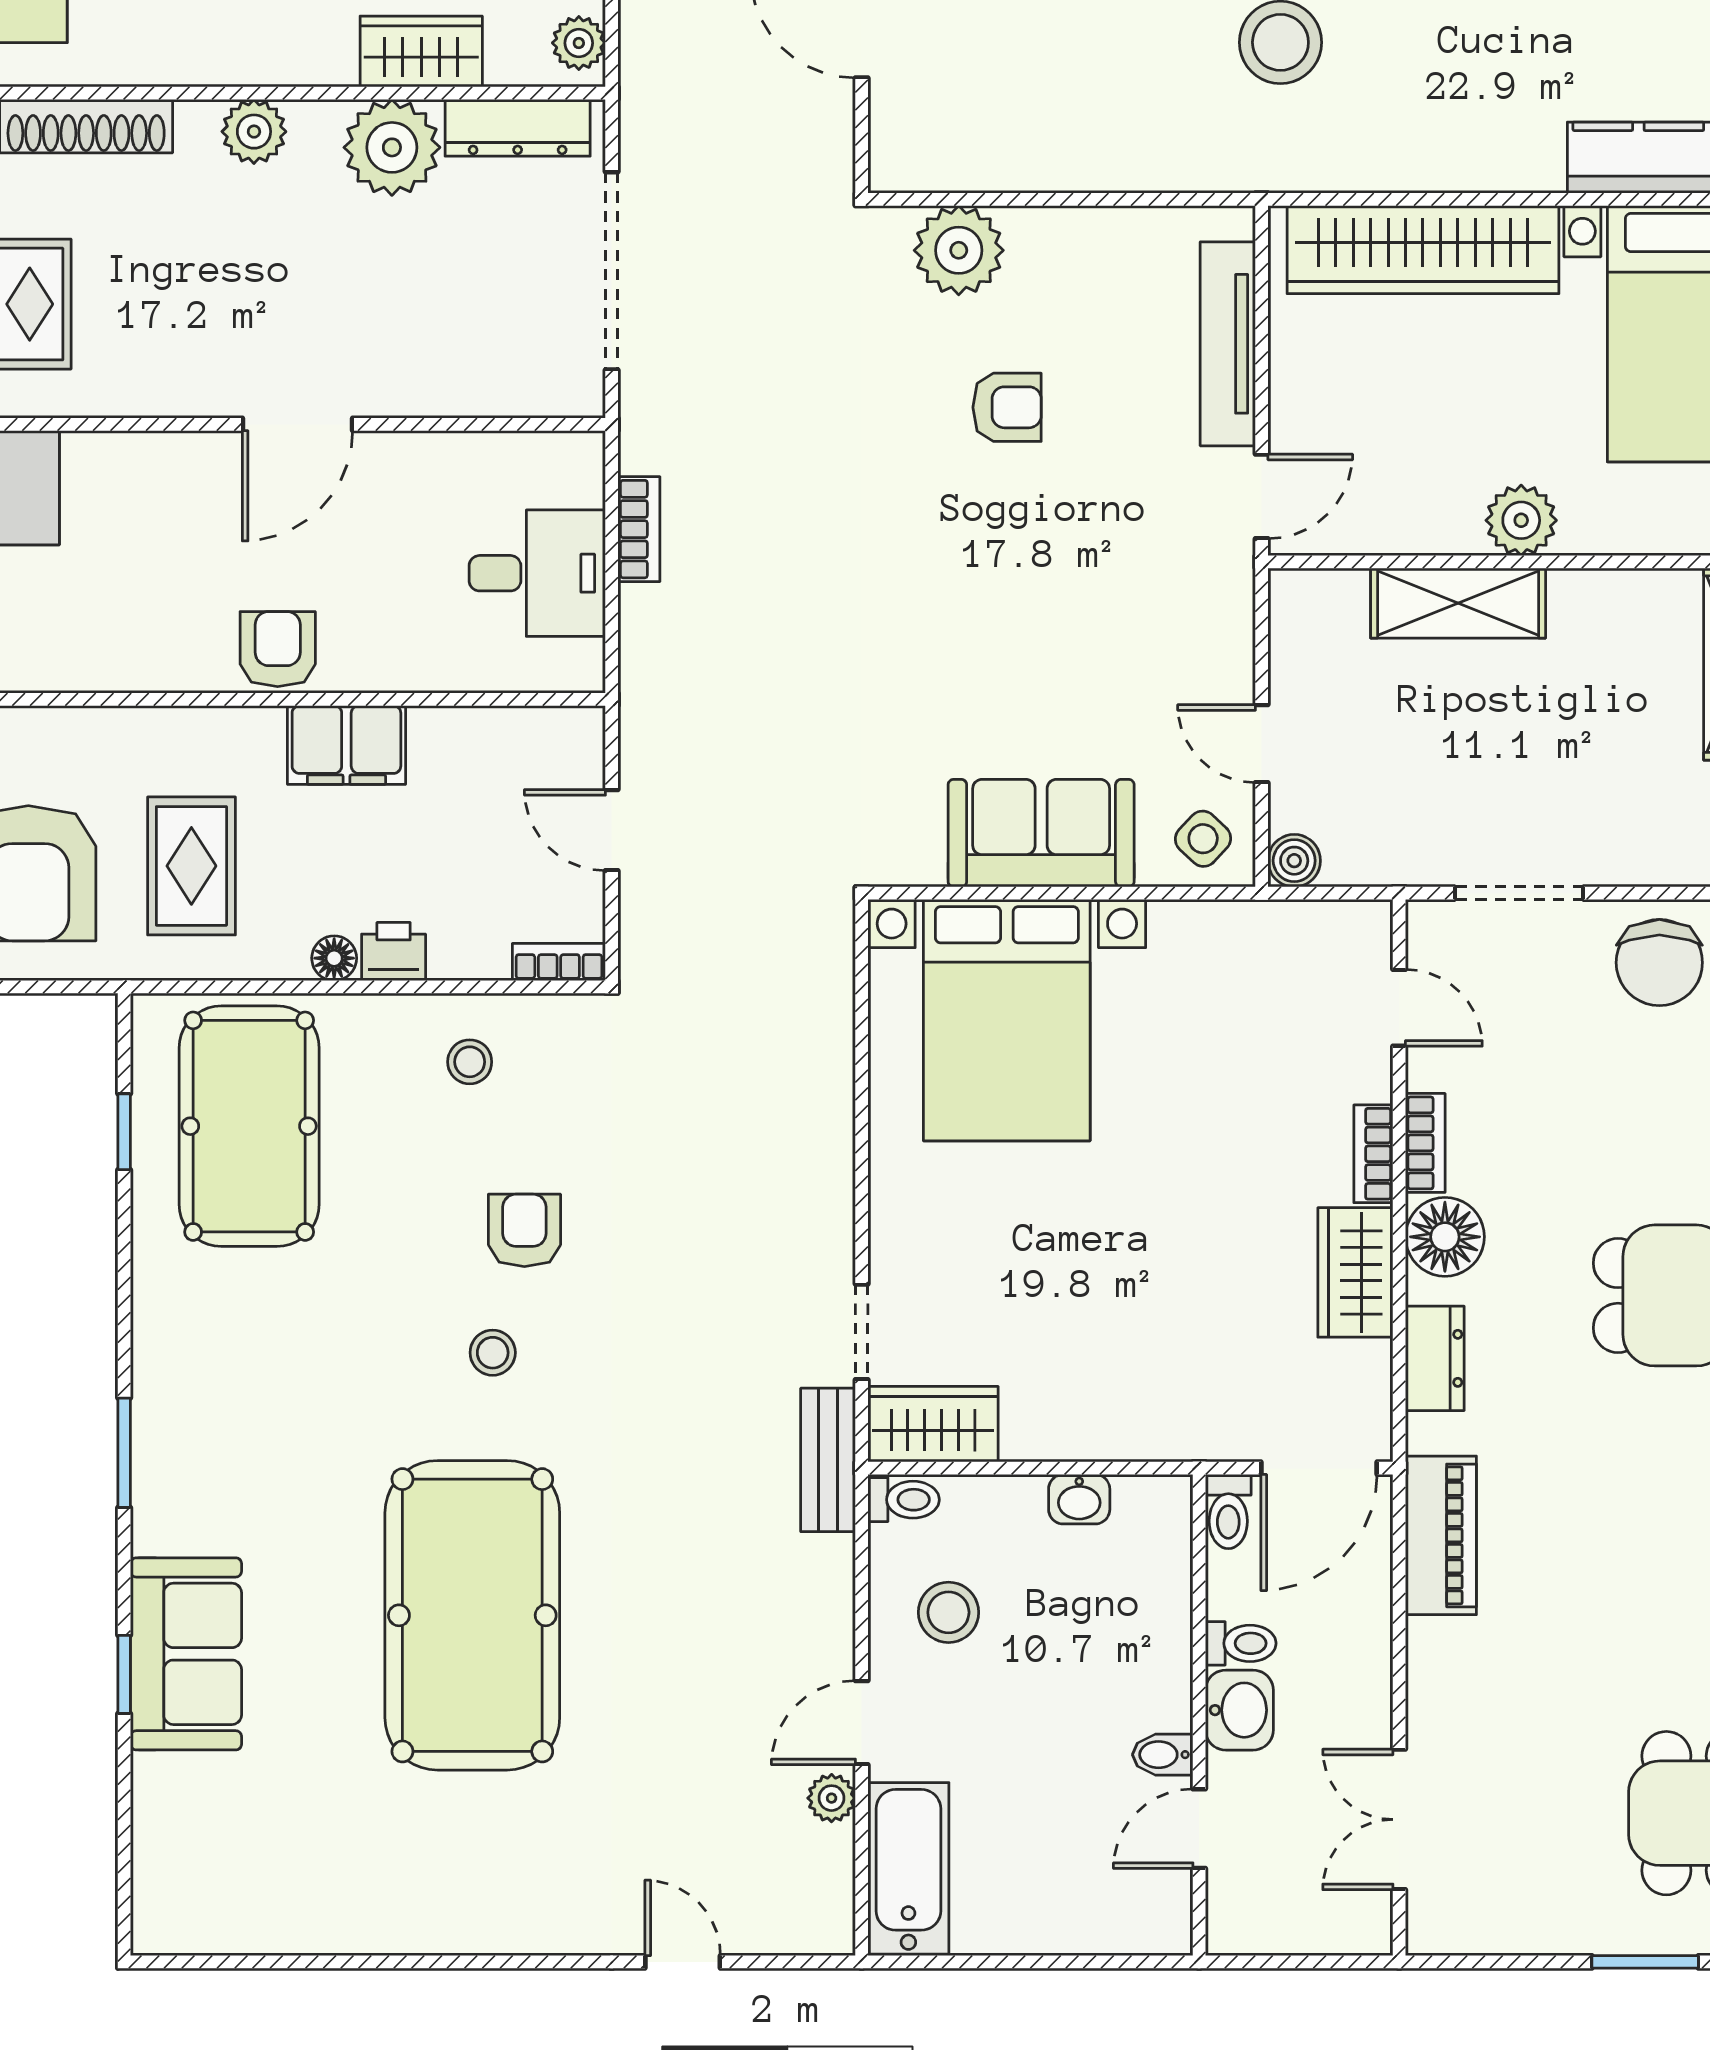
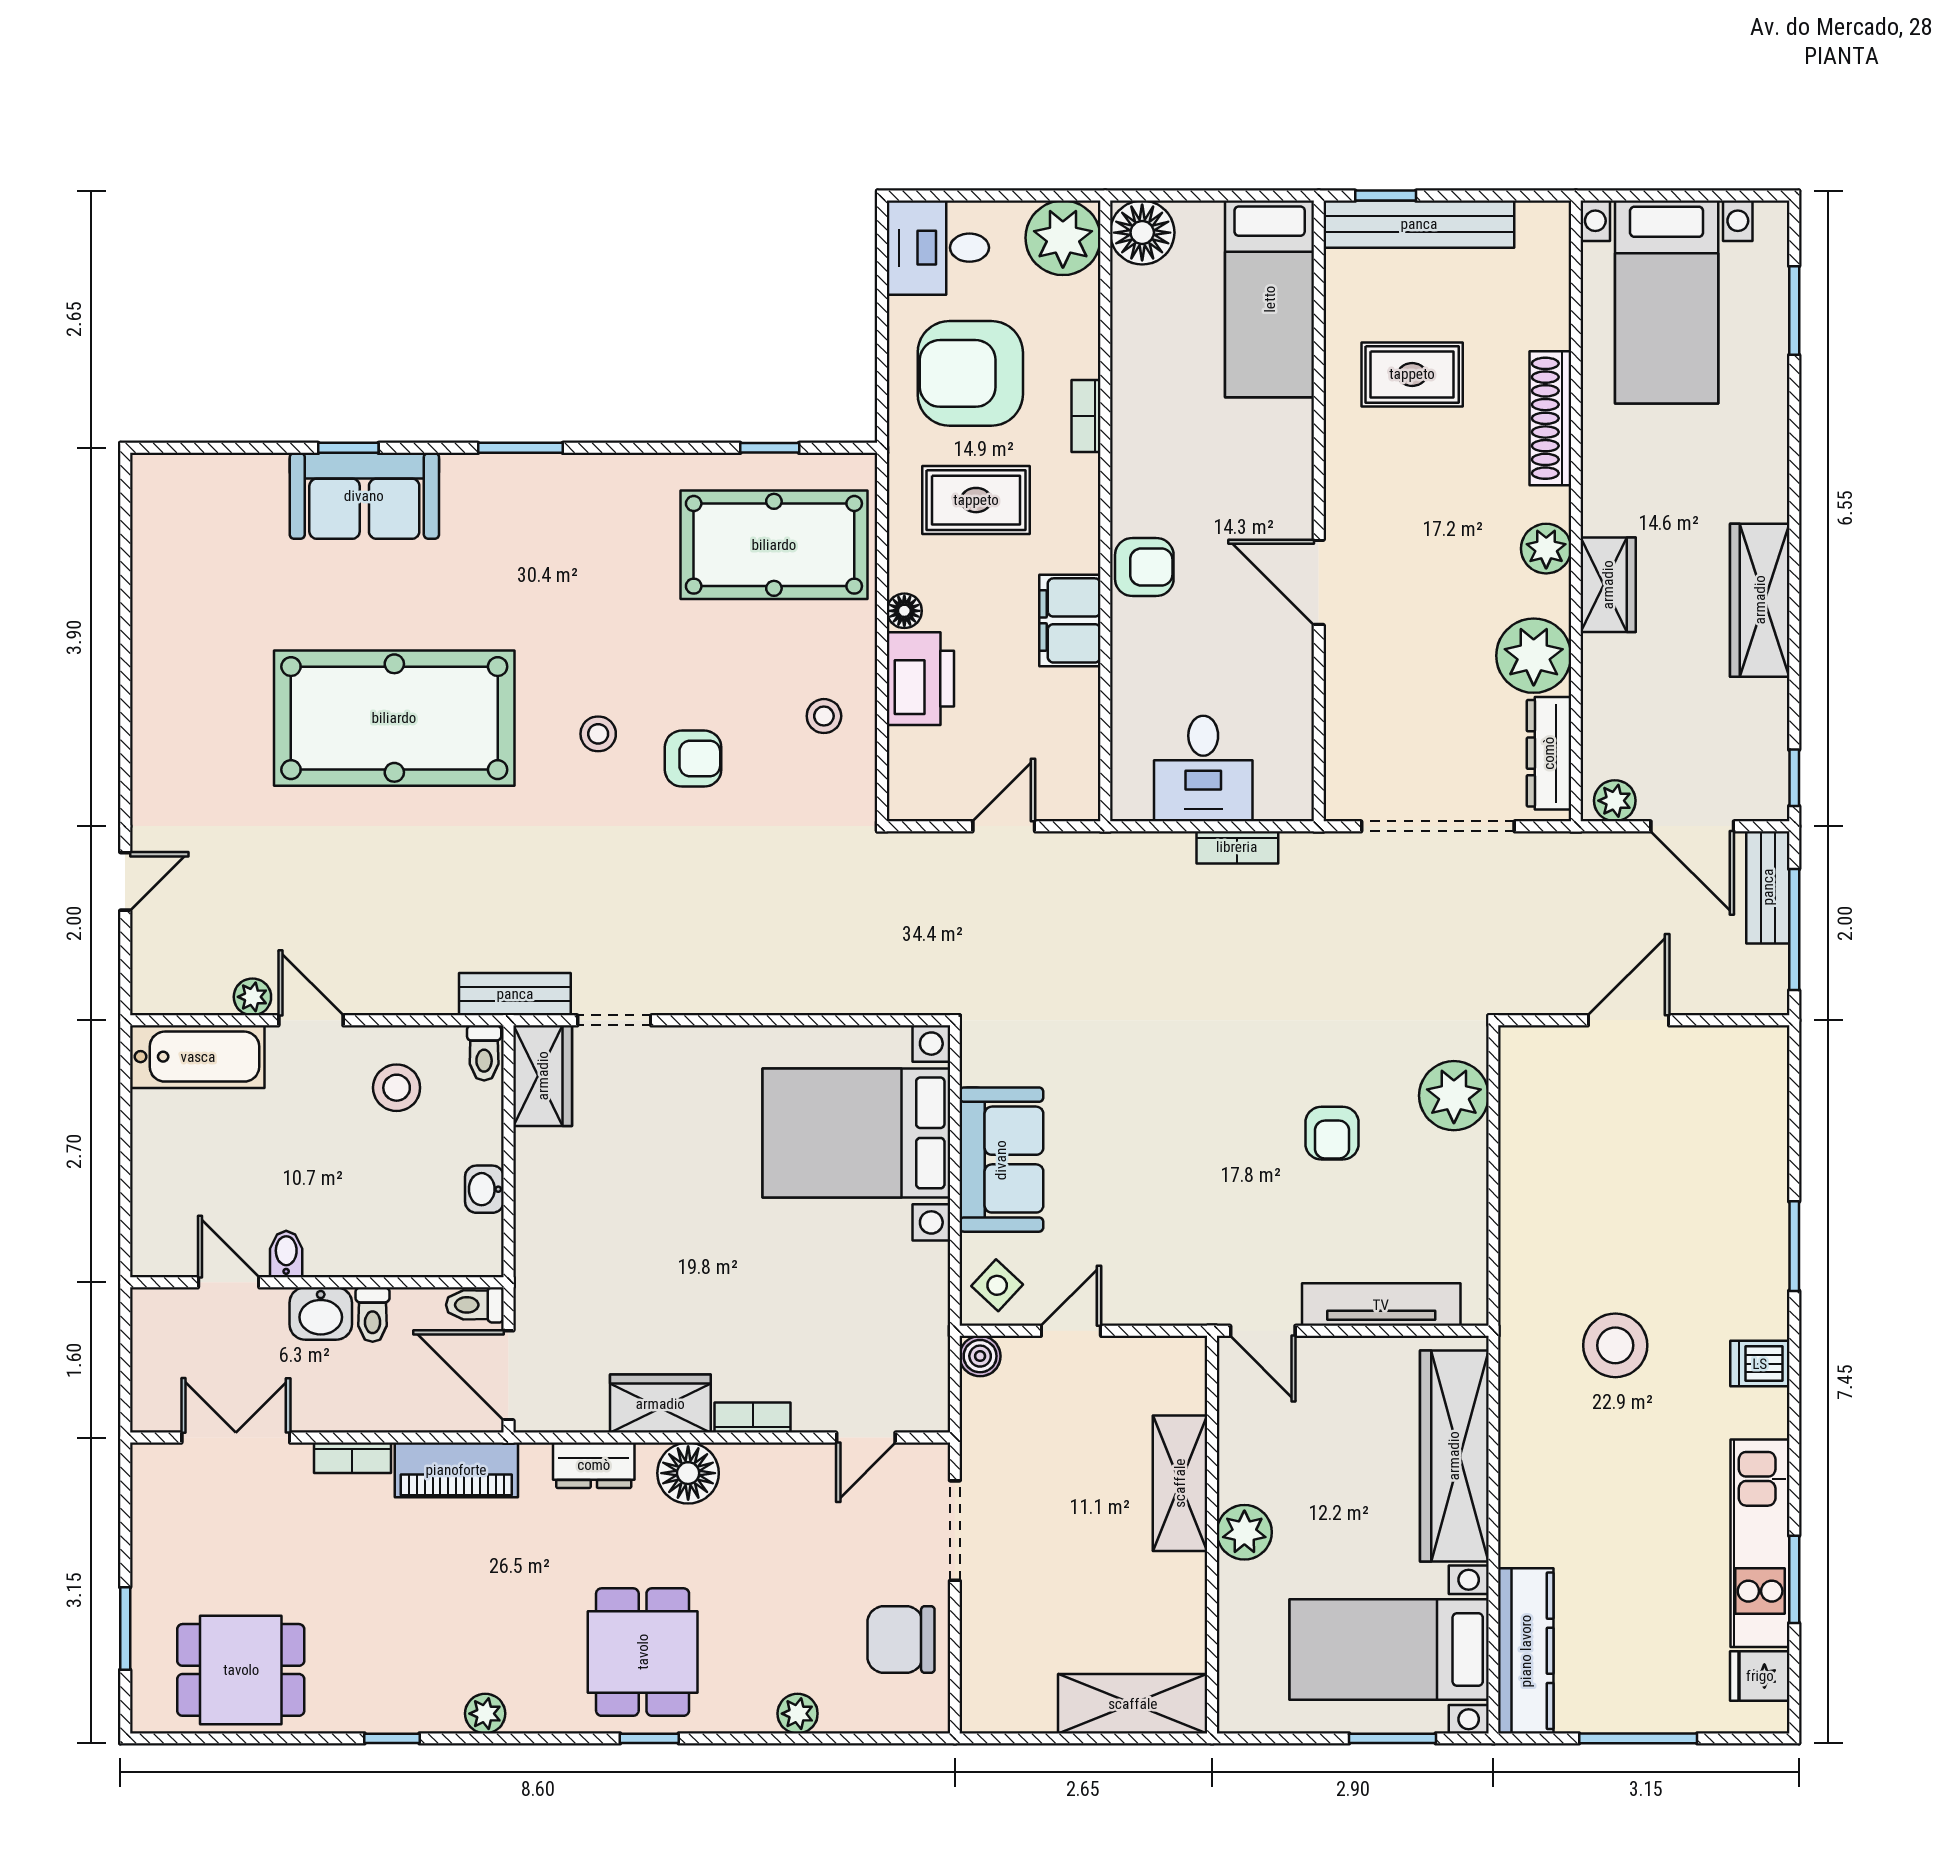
wardrobe: (421, 51) -> (1608, 585), moved
printer: (394, 952) -> (920, 679), width x1.87, depth x1.48
bookcase: (559, 962) -> (1086, 416), moved, turned 180
bookcase: (1425, 1143) -> (352, 1458), moved

